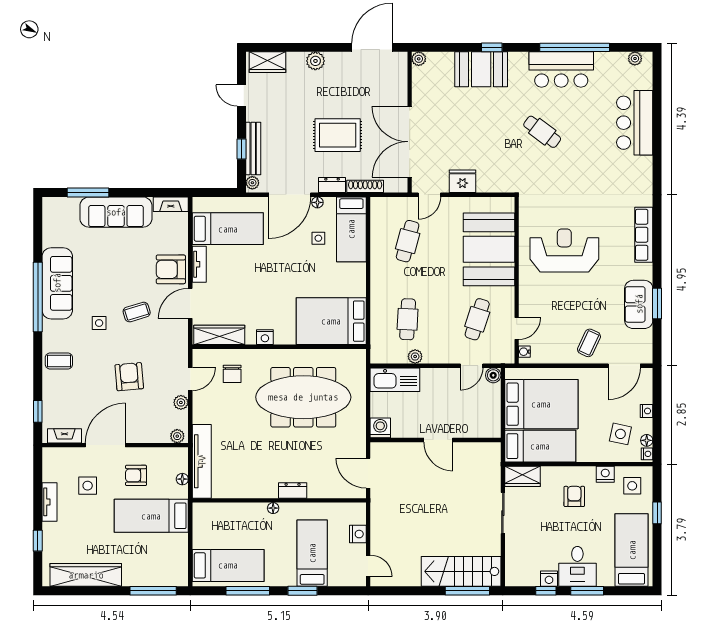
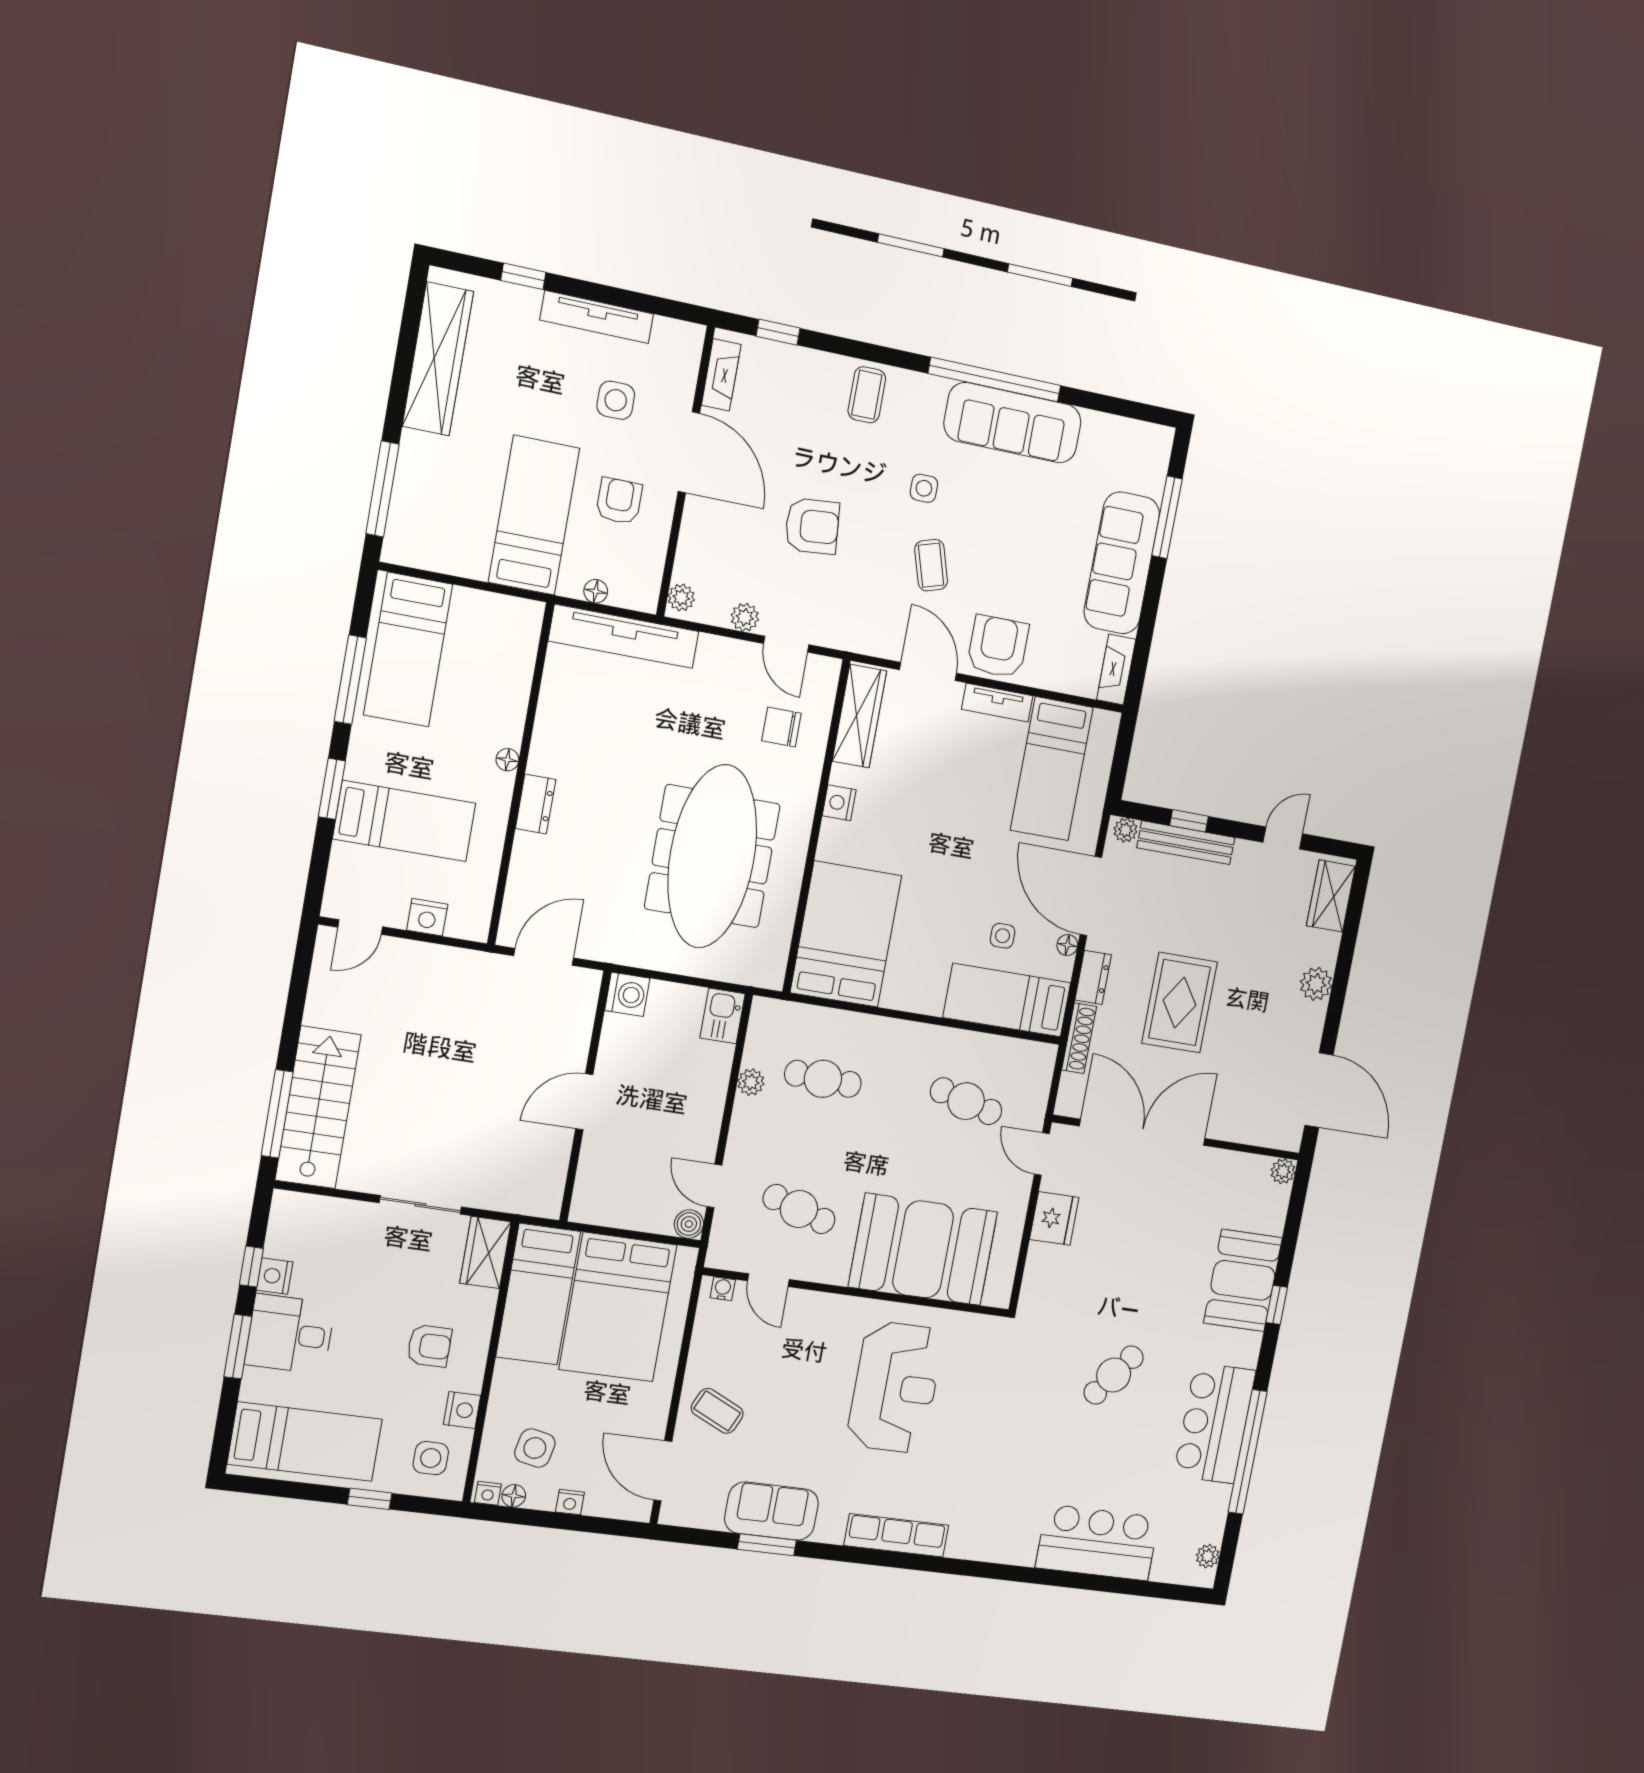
kitchen sink: (395, 380) -> (722, 1016), width x0.53, depth x0.81
tv unit: (49, 502) -> (597, 317), width x1.41

